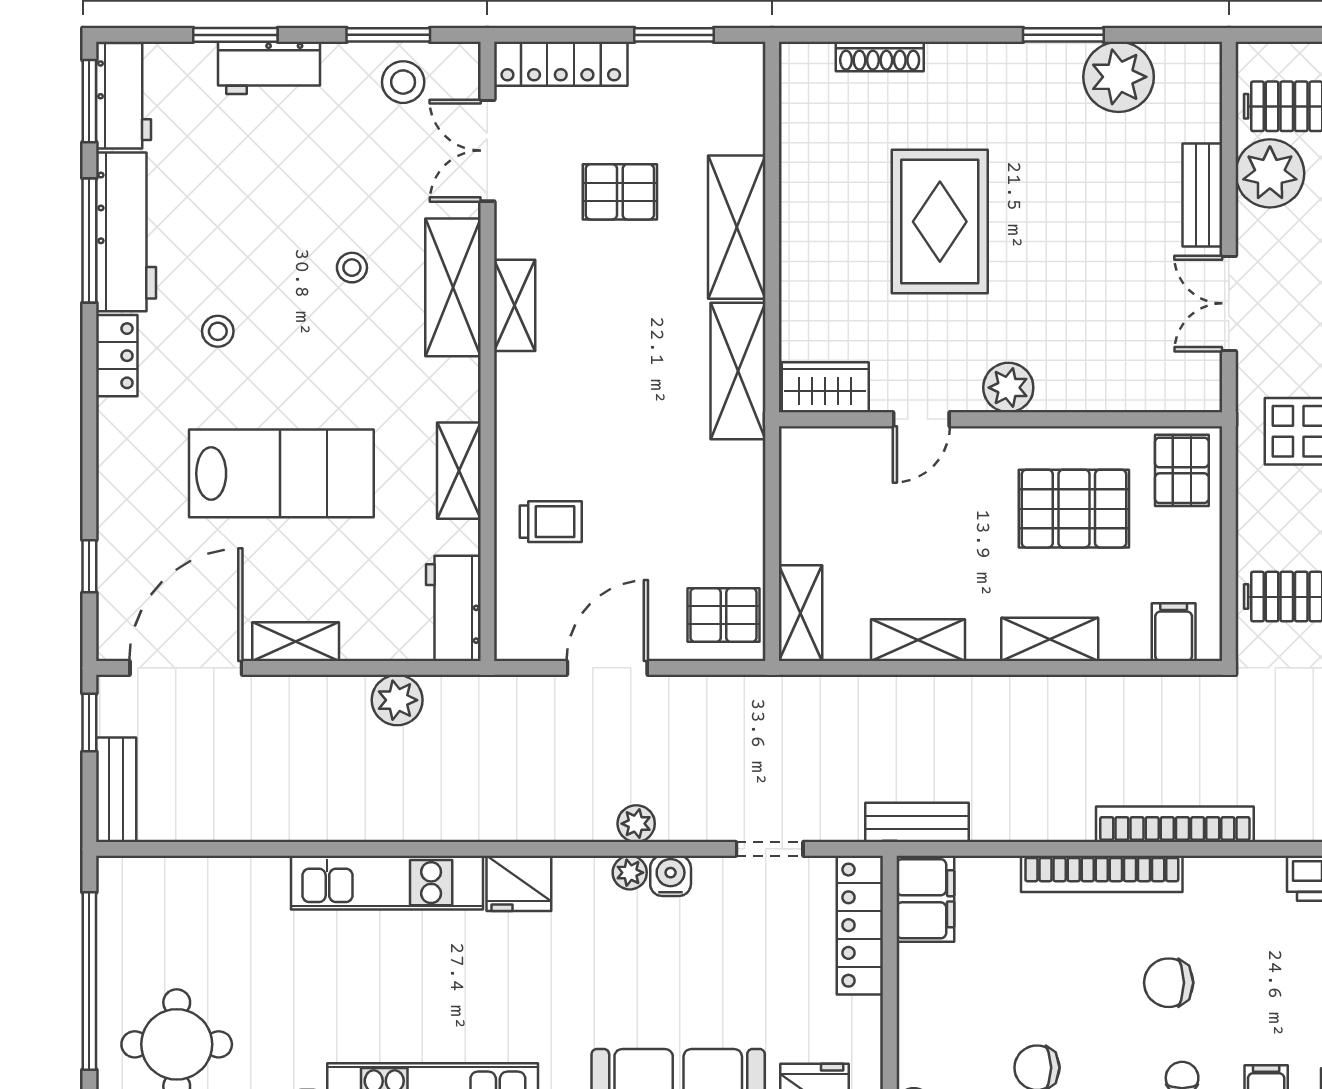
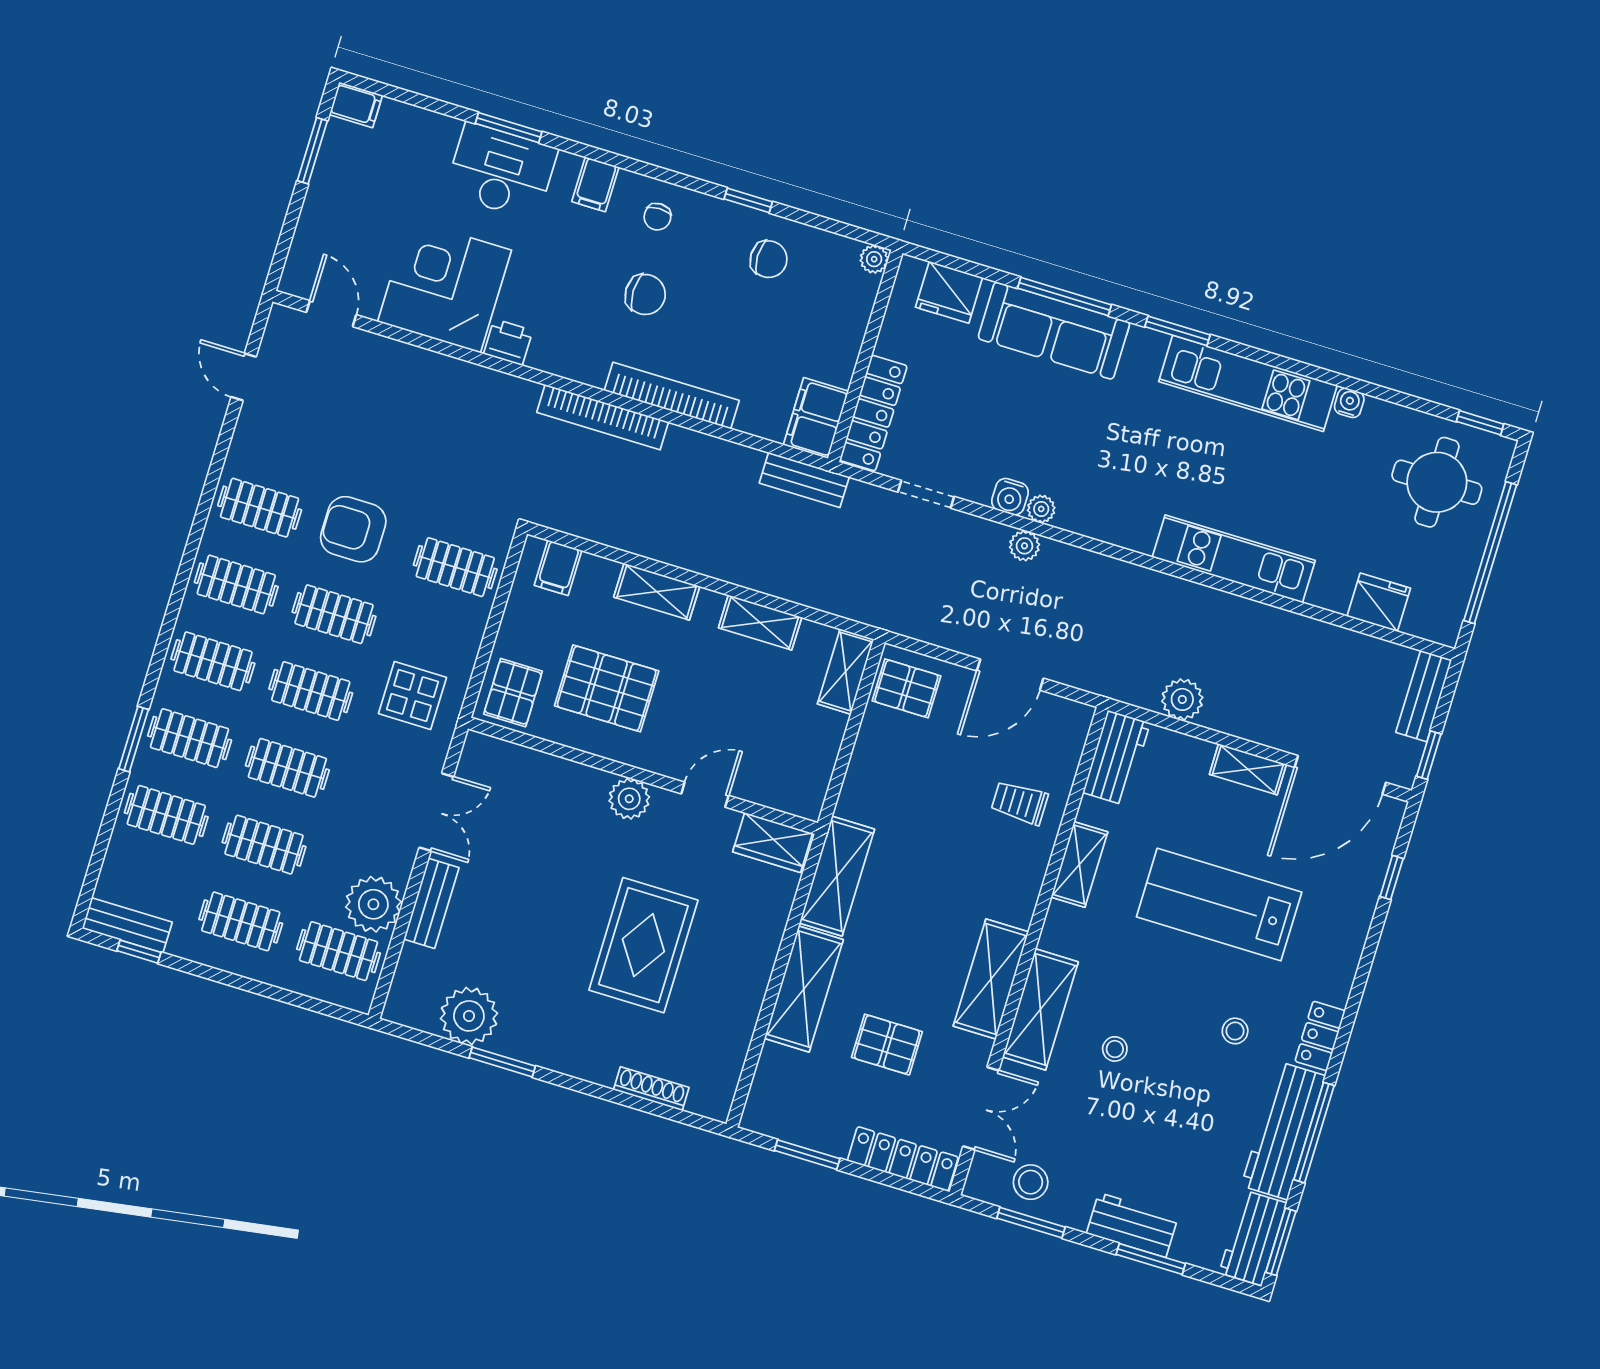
shelving: (515, 305) -> (991, 979), width x1.50, depth x1.33
fridge: (519, 883) -> (1379, 602), moved

